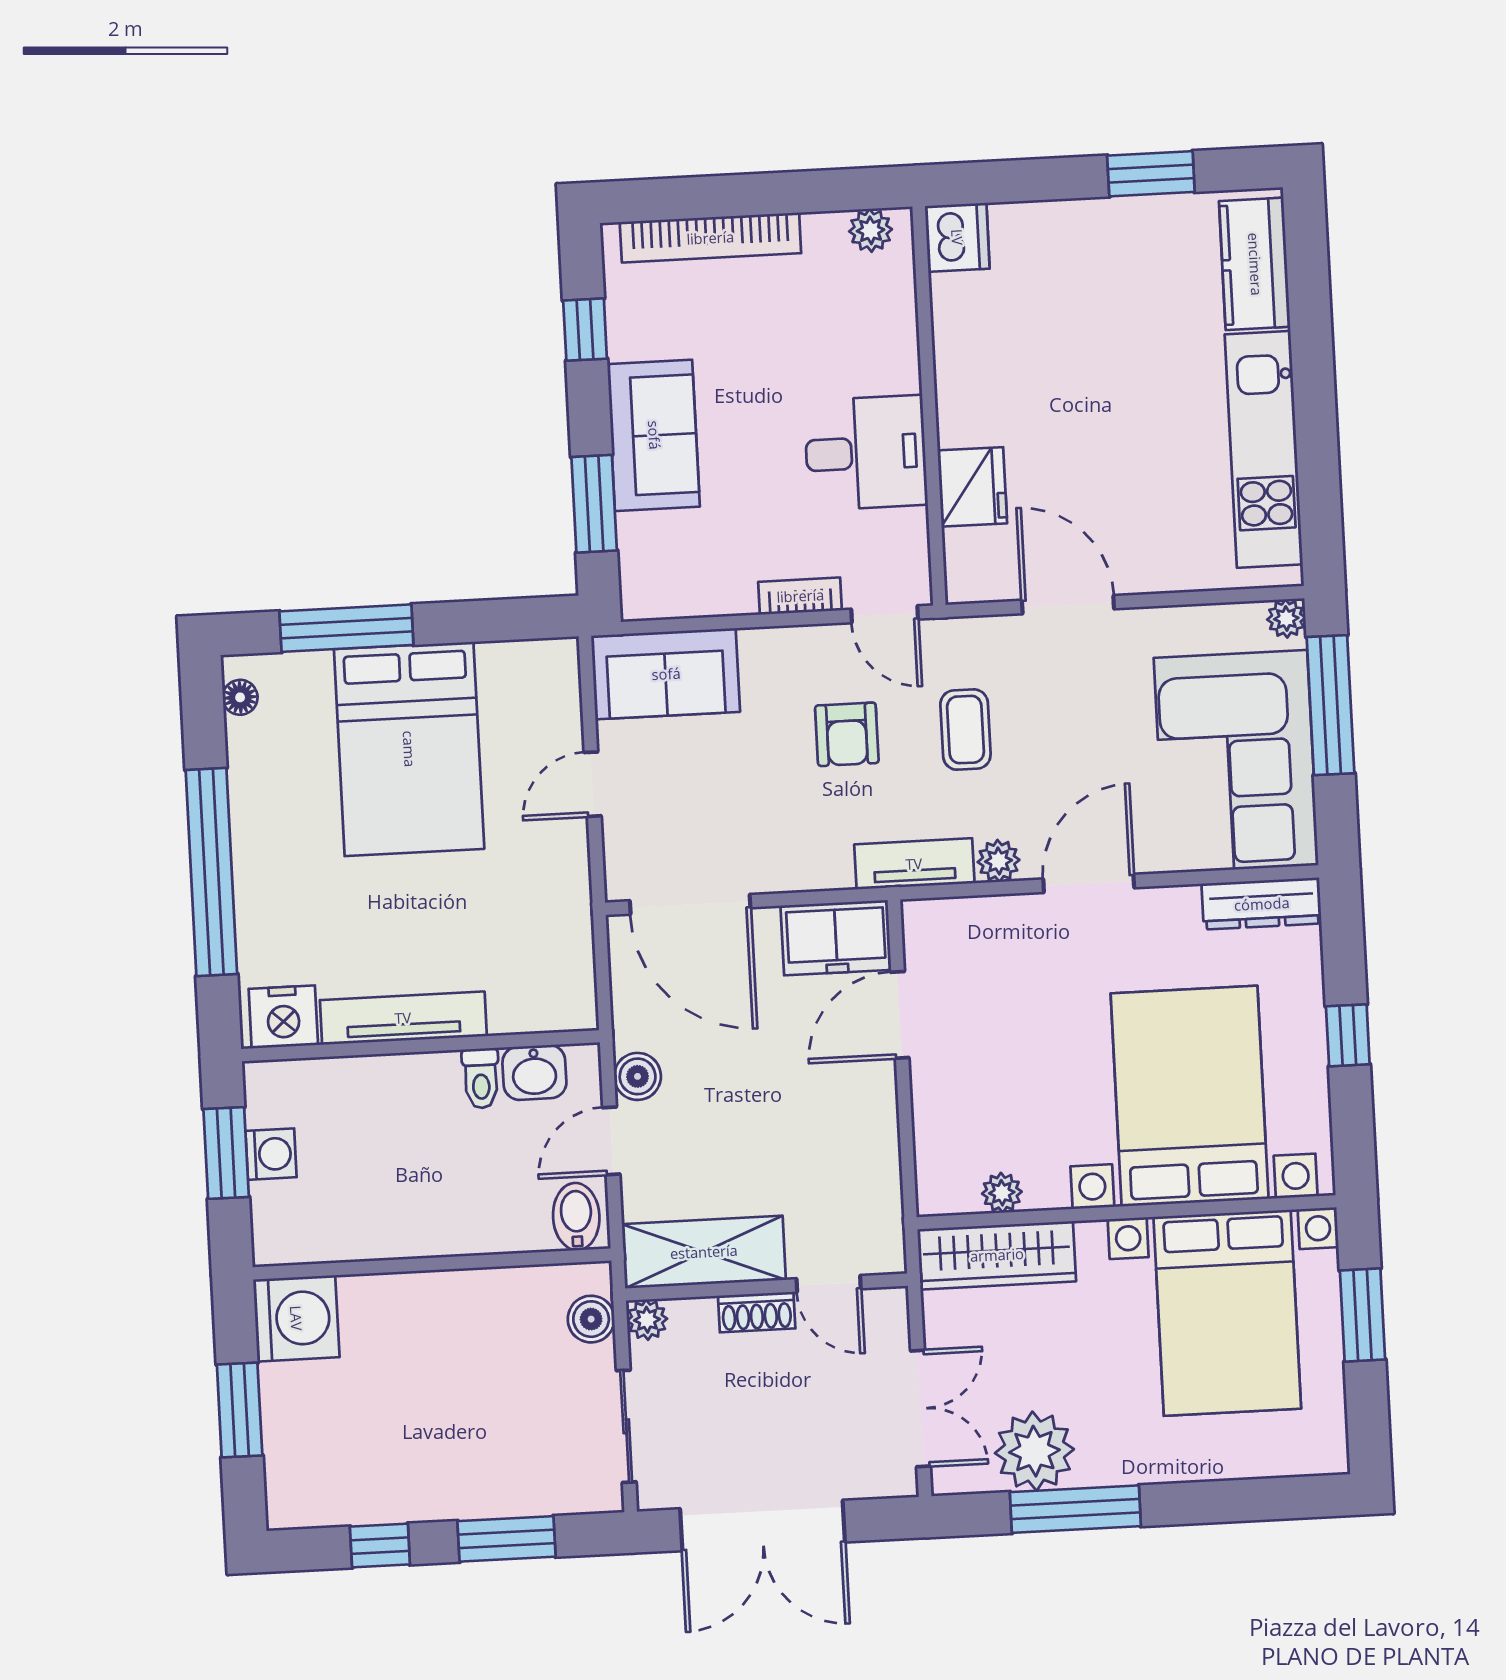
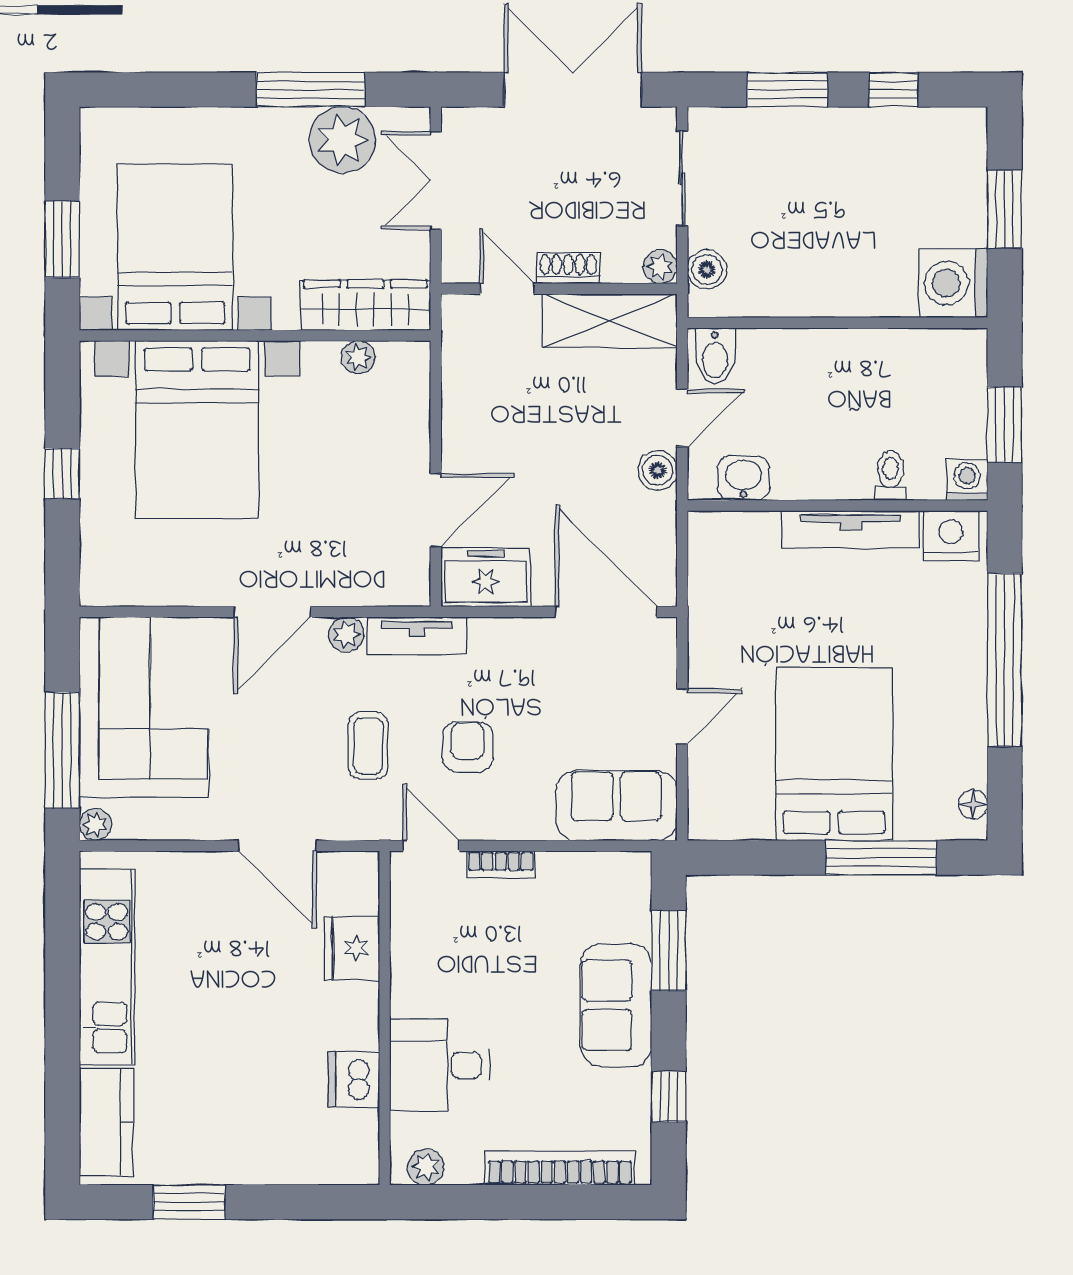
dishwasher: (957, 237) -> (354, 1079), moved
desk: (866, 453) -> (439, 1065), moved
dresser: (1262, 904) -> (129, 587), removed
toilet: (481, 1078) -> (891, 476), moved
washing machine: (271, 1154) -> (967, 480), moved, turned 90

